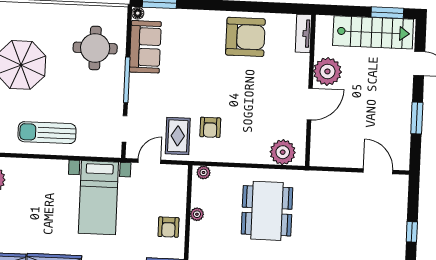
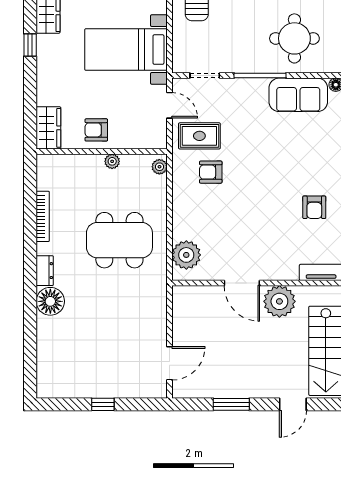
armchair: (245, 37) -> (314, 207), width x0.53, depth x0.53

